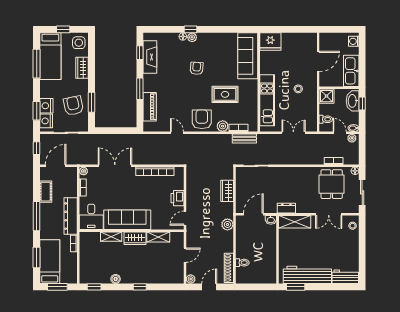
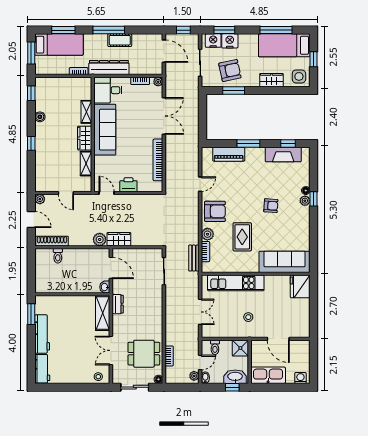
wardrobe: (227, 191) -> (119, 239), moved
cot: (46, 192) -> (120, 40), moved
workbench: (307, 275) -> (42, 334), width x0.73, depth x0.76

